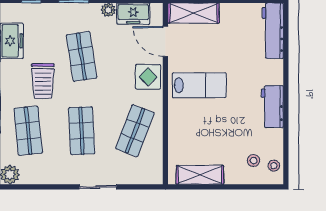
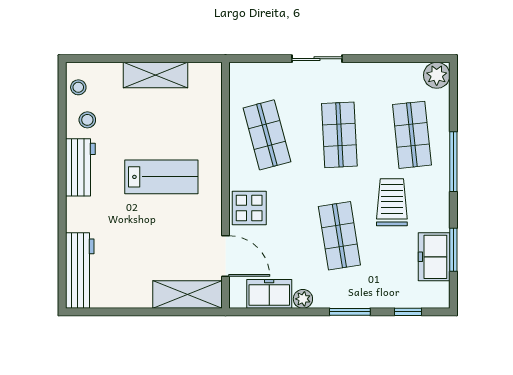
lab bench: (199, 85) -> (161, 177), moved, turned 180
shop shelf: (135, 131) -> (267, 135), turned -36
stool: (254, 161) -> (87, 120), moved
shelving: (200, 175) -> (155, 75), moved

